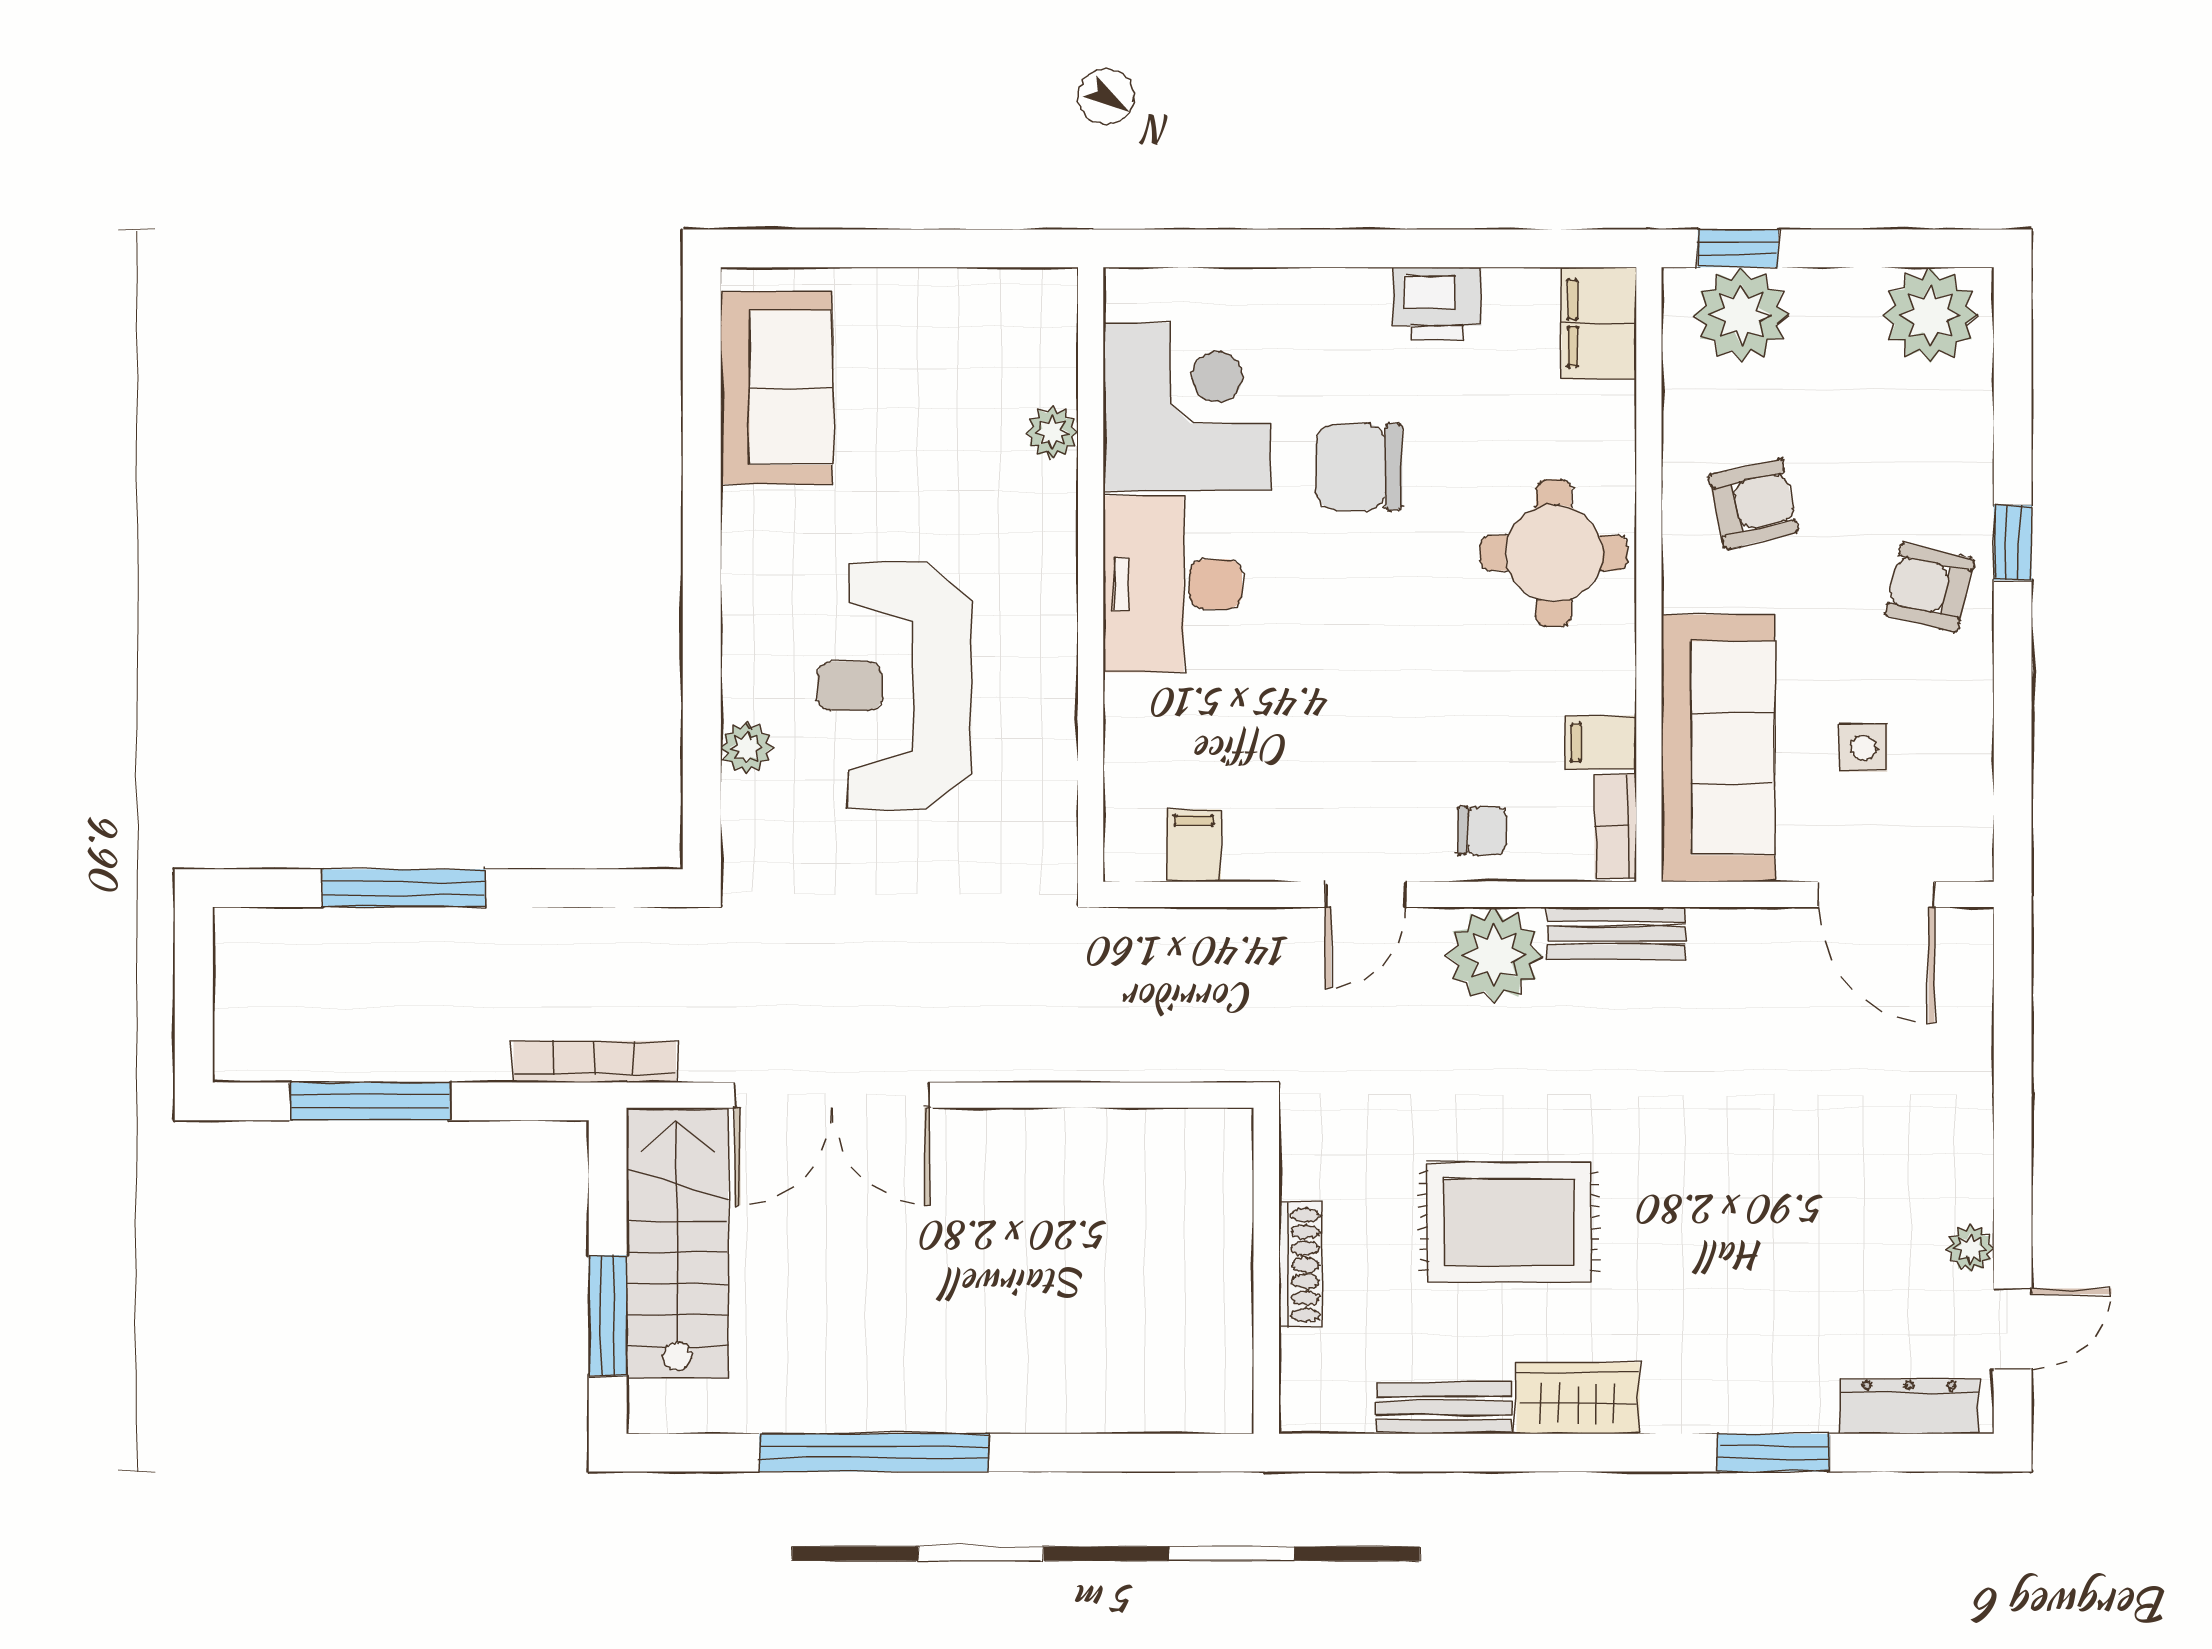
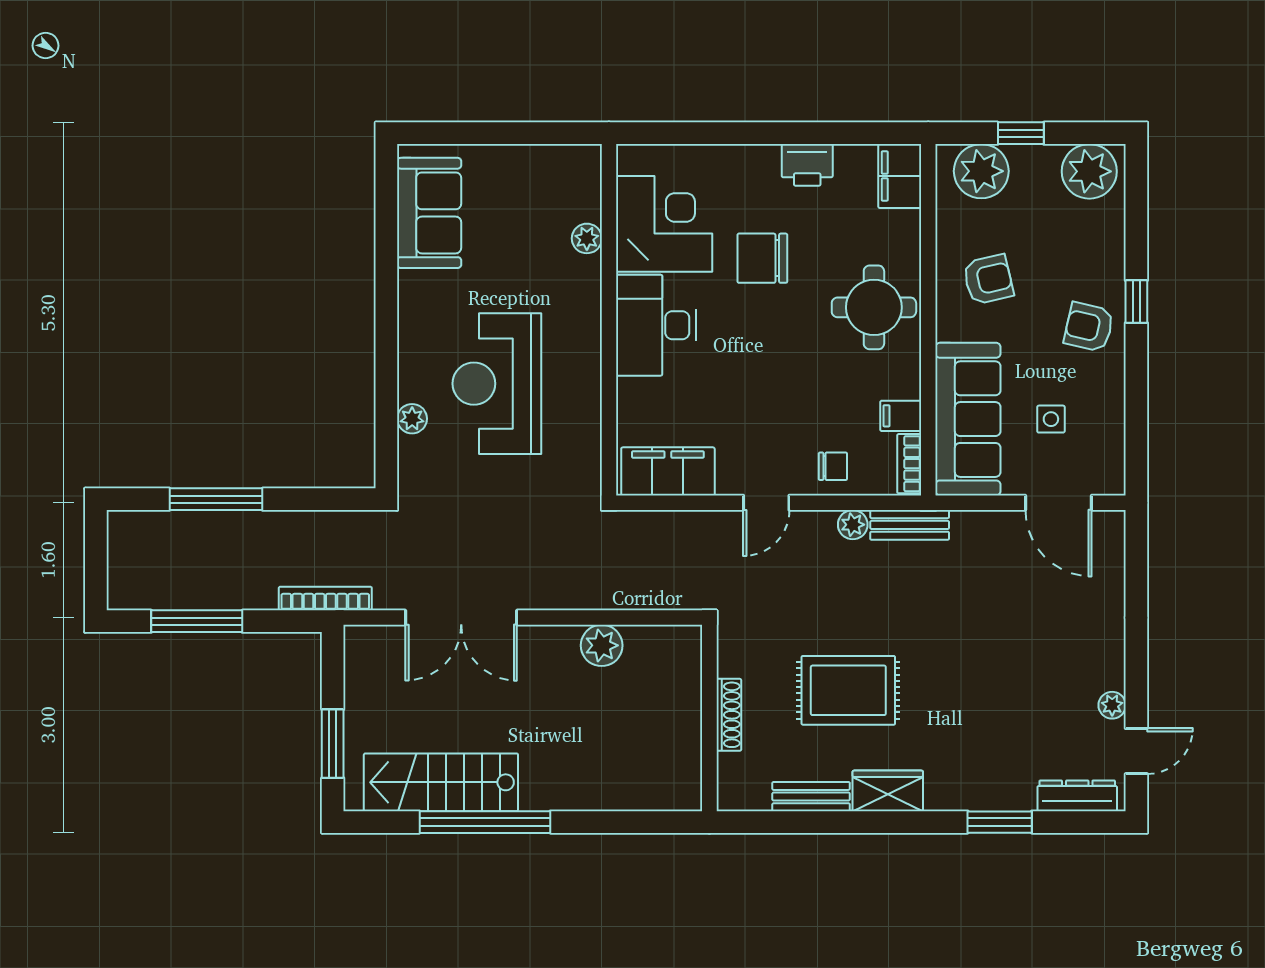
window: (1738, 248) -> (1021, 133), moved
filing cabinet: (1194, 846) -> (668, 471), width x3.00, depth x1.17
plant: (1494, 955) -> (853, 525), width x0.53, depth x0.53
plant: (1078, 1144) -> (602, 645), added
stairs: (677, 1243) -> (441, 782), moved, turned -90

